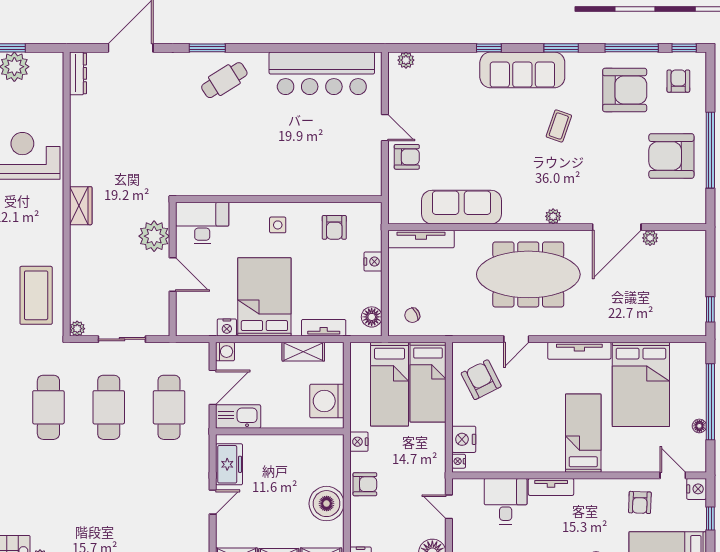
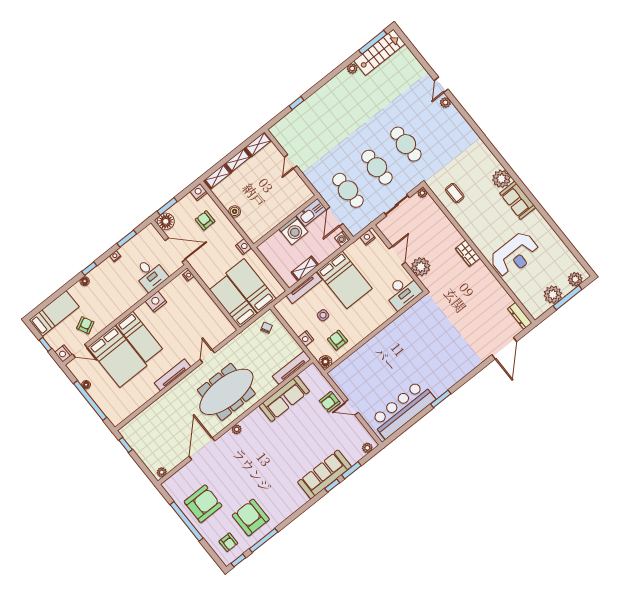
window: (207, 48) -> (441, 399), moved
window: (561, 48) -> (351, 470), moved
sofa: (522, 70) -> (324, 474), moved
cafe table: (224, 80) -> (447, 369), removed
armchair: (625, 90) -> (251, 517), turned 90
coffee table: (559, 126) -> (269, 475), removed
side table: (278, 225) -> (323, 315), moved
plant: (650, 238) -> (162, 472), moved
door: (173, 275) -> (397, 255), swing flipped
coffee table: (36, 295) -> (455, 193), width x0.54, depth x0.58
floor lamp: (372, 317) -> (325, 362), moved
nightstand: (227, 327) -> (367, 238), moved
tv unit: (324, 328) -> (304, 288), width x1.41
armchair: (481, 380) -> (209, 323), removed
bed: (641, 384) -> (117, 356), moved, turned 180
washing machine: (327, 401) -> (294, 231), moved, turned 90
nightstand: (464, 439) -> (156, 302), moved, turned -90
freezer: (229, 464) -> (297, 186), removed
armchair: (365, 484) -> (205, 220), moved, turned 90
tv unit: (551, 487) -> (134, 299), removed
armchair: (640, 502) -> (85, 325), turned 61
boiler: (327, 504) -> (235, 211), width x0.54, depth x0.54
door: (449, 507) -> (175, 250), width x1.88

